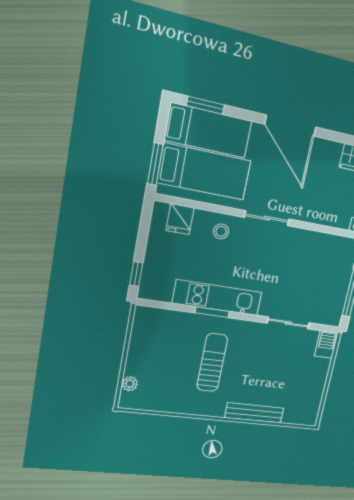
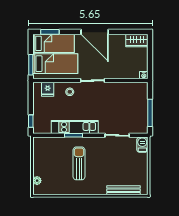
bench: (254, 413) -> (124, 190), moved

